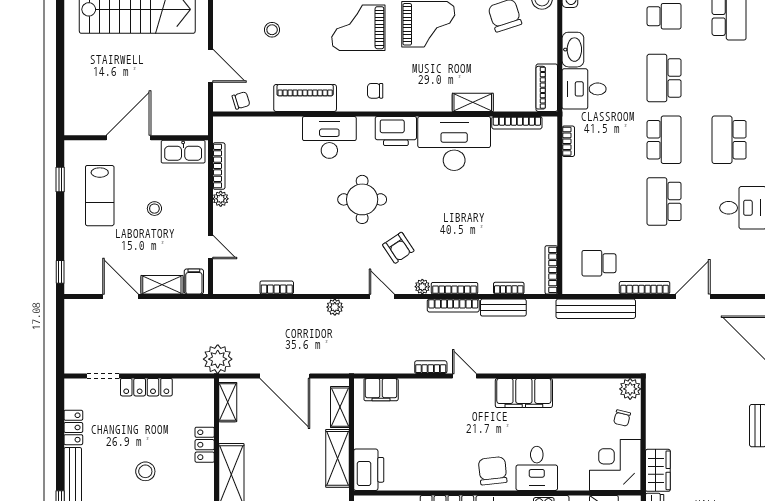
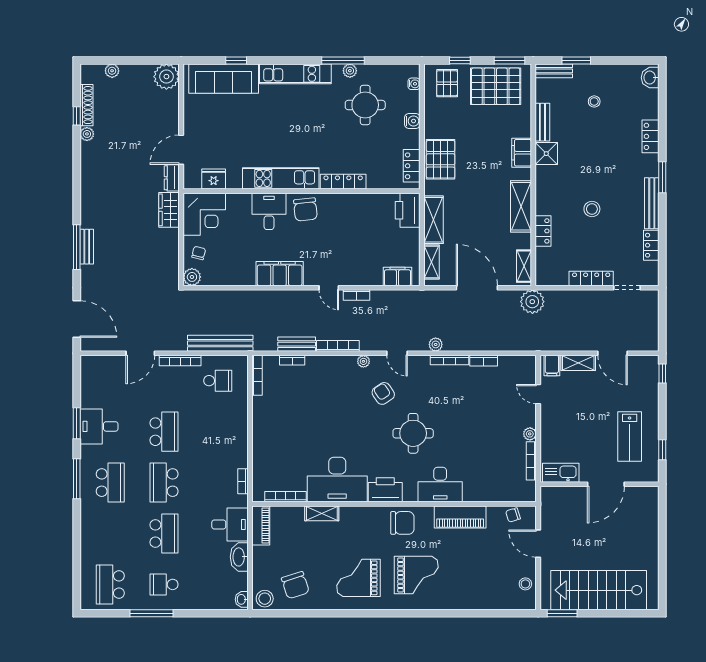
stool: (272, 30) -> (525, 584), moved
chair: (375, 91) -> (402, 523), width x1.87, depth x1.87
lab bench: (100, 196) -> (630, 437), turned 180
stool: (154, 209) -> (584, 426), removed
bookcase: (454, 288) -> (449, 360), moved

